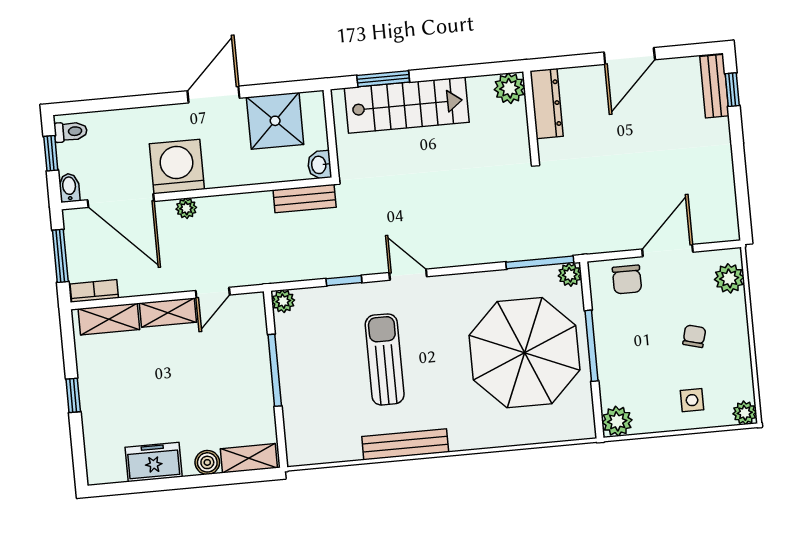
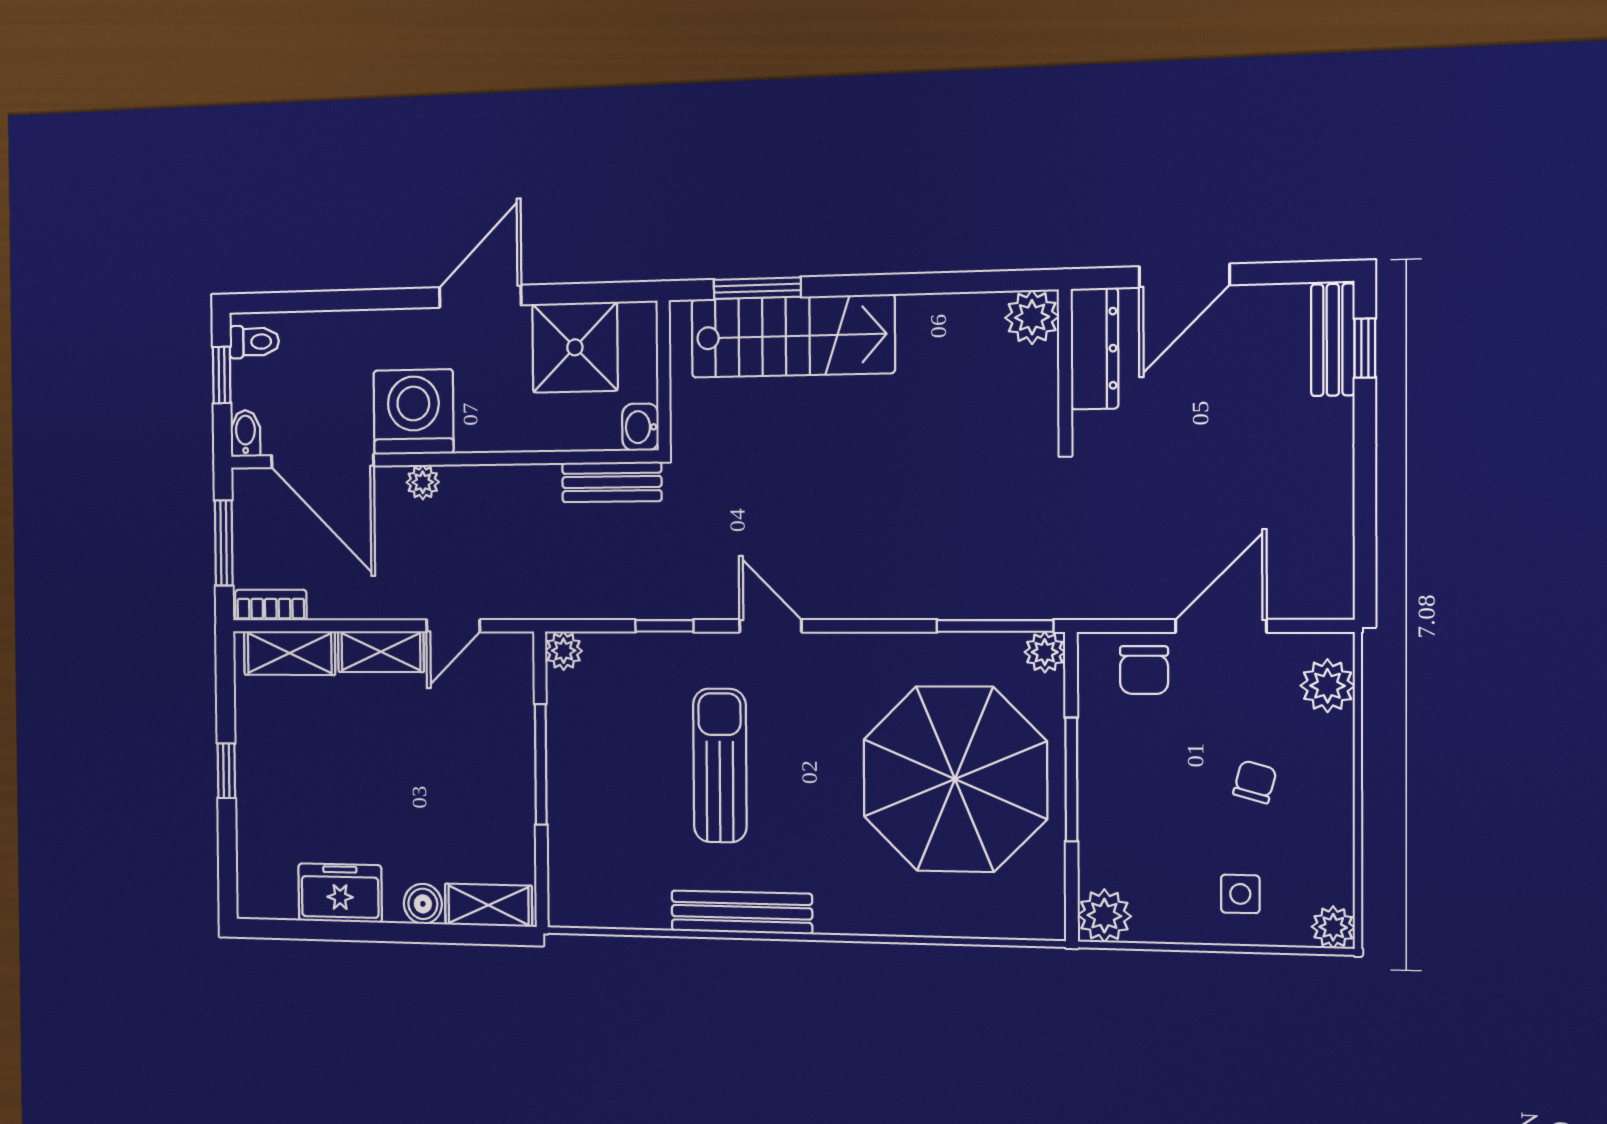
plant: (509, 88) -> (1032, 317), moved
dresser: (547, 104) -> (1095, 349), moved
wall: (531, 115) -> (1065, 367), moved

